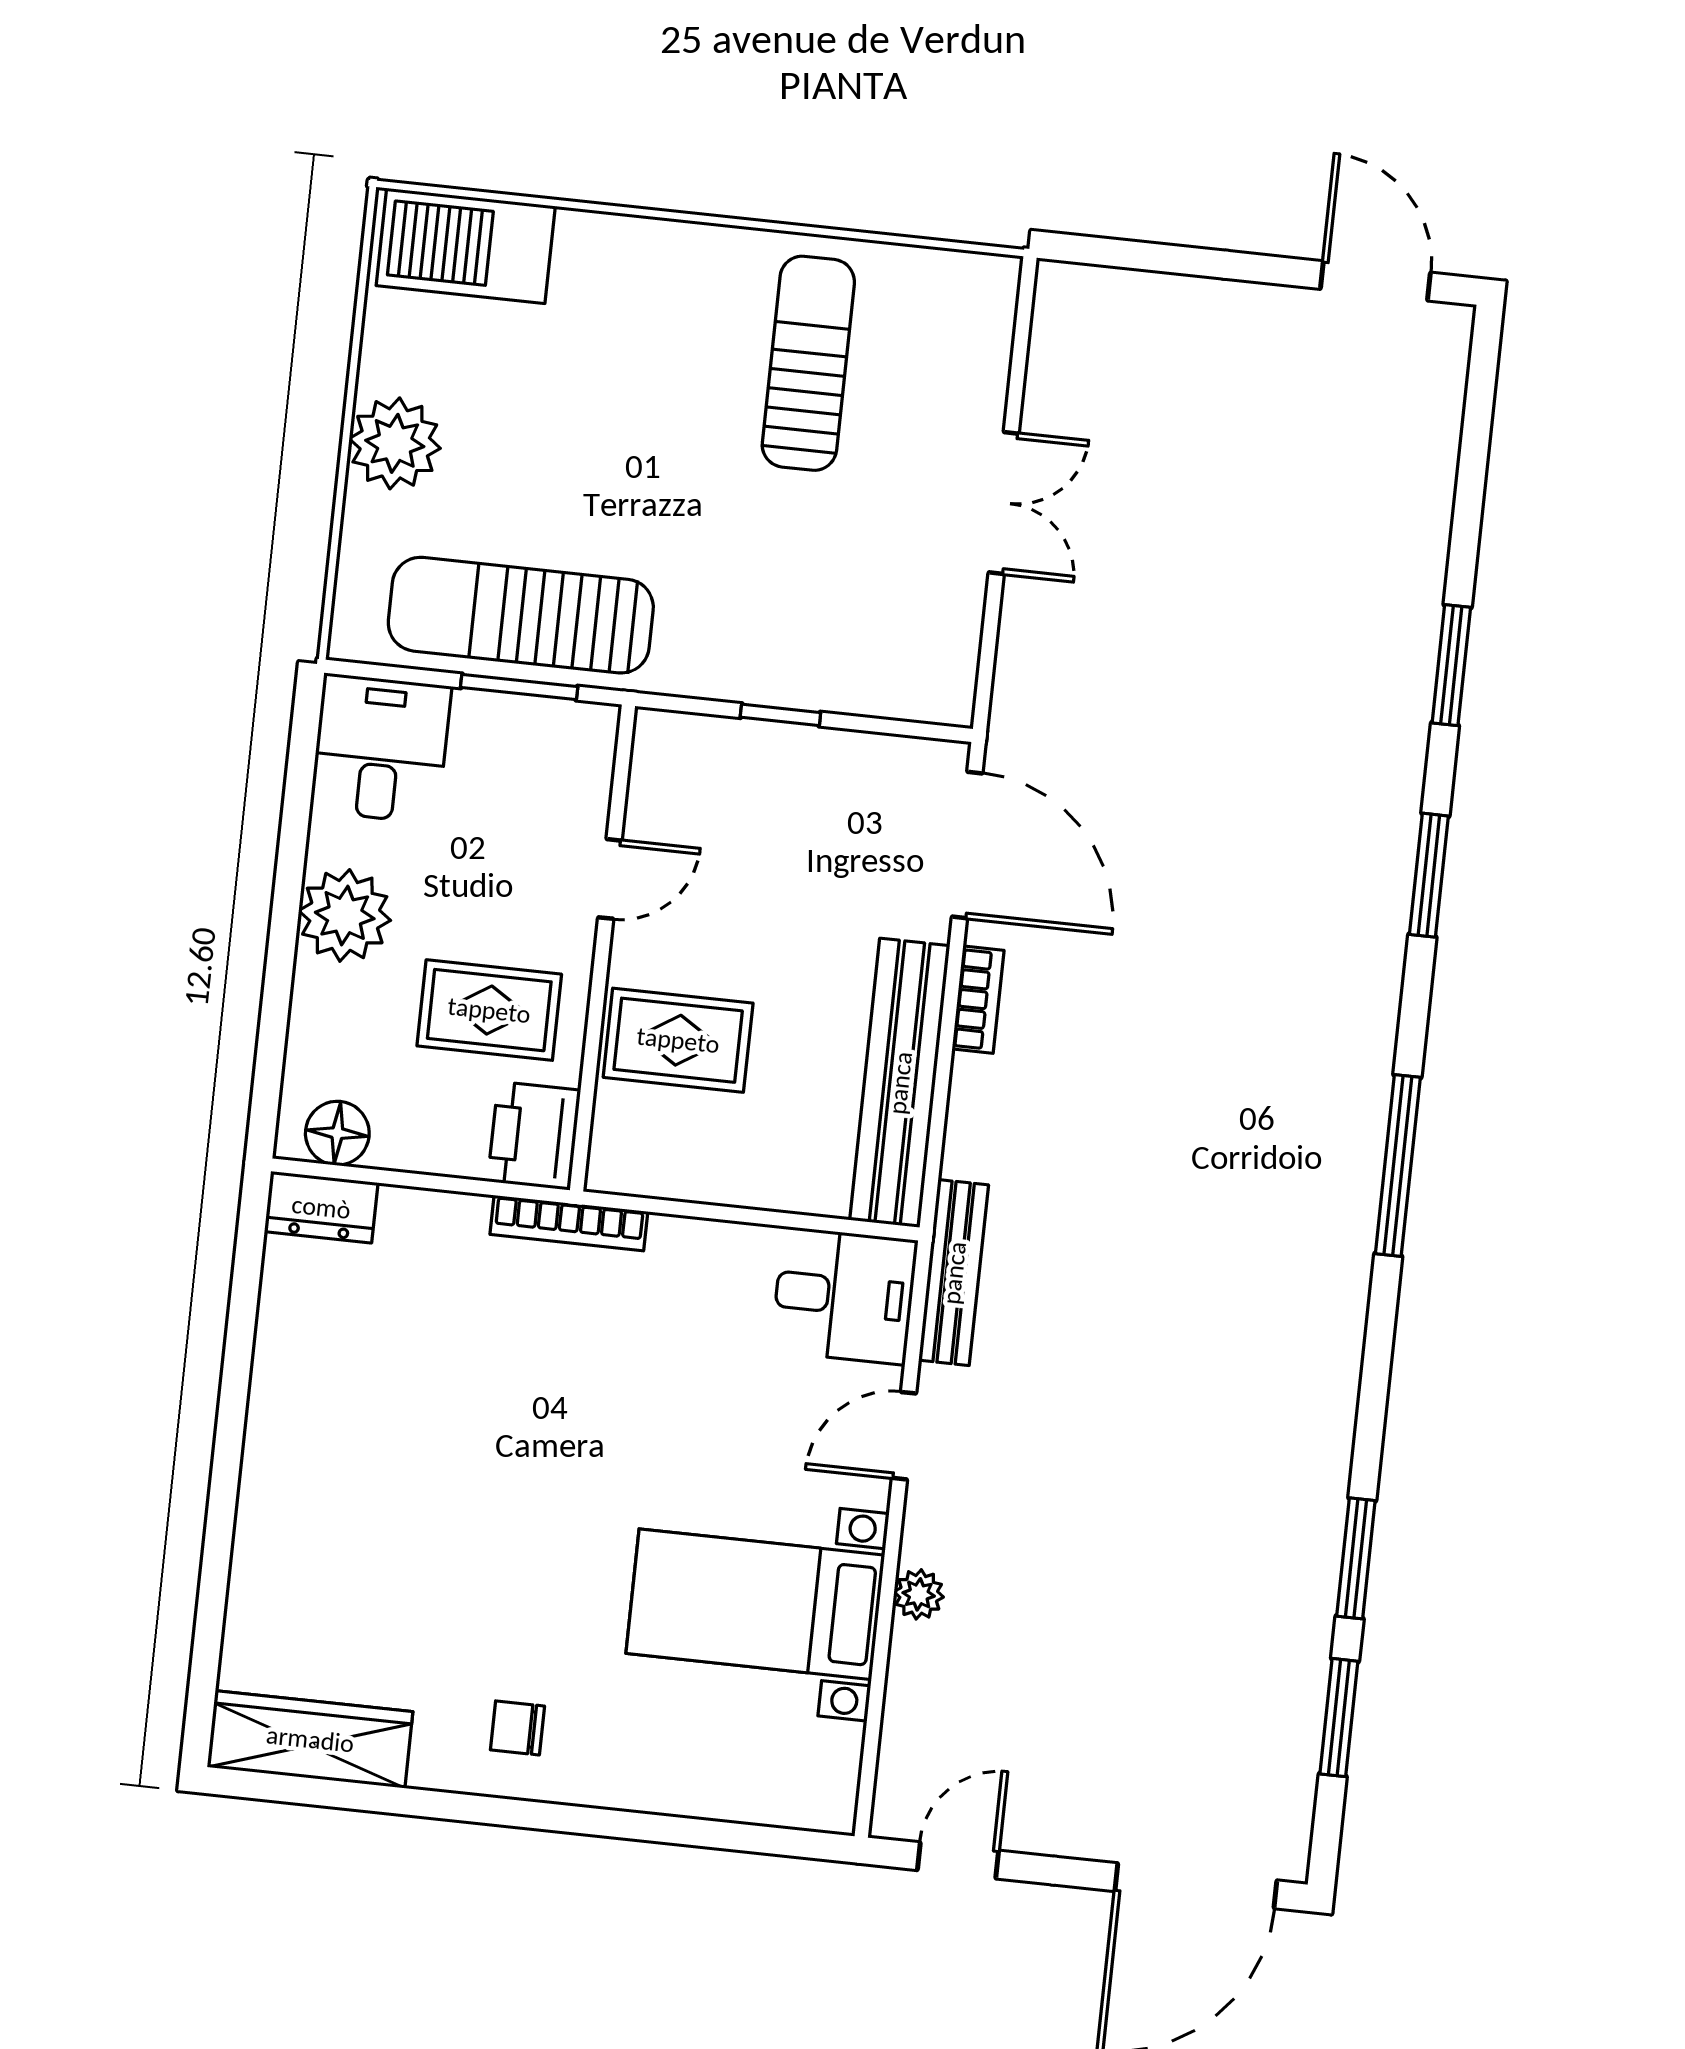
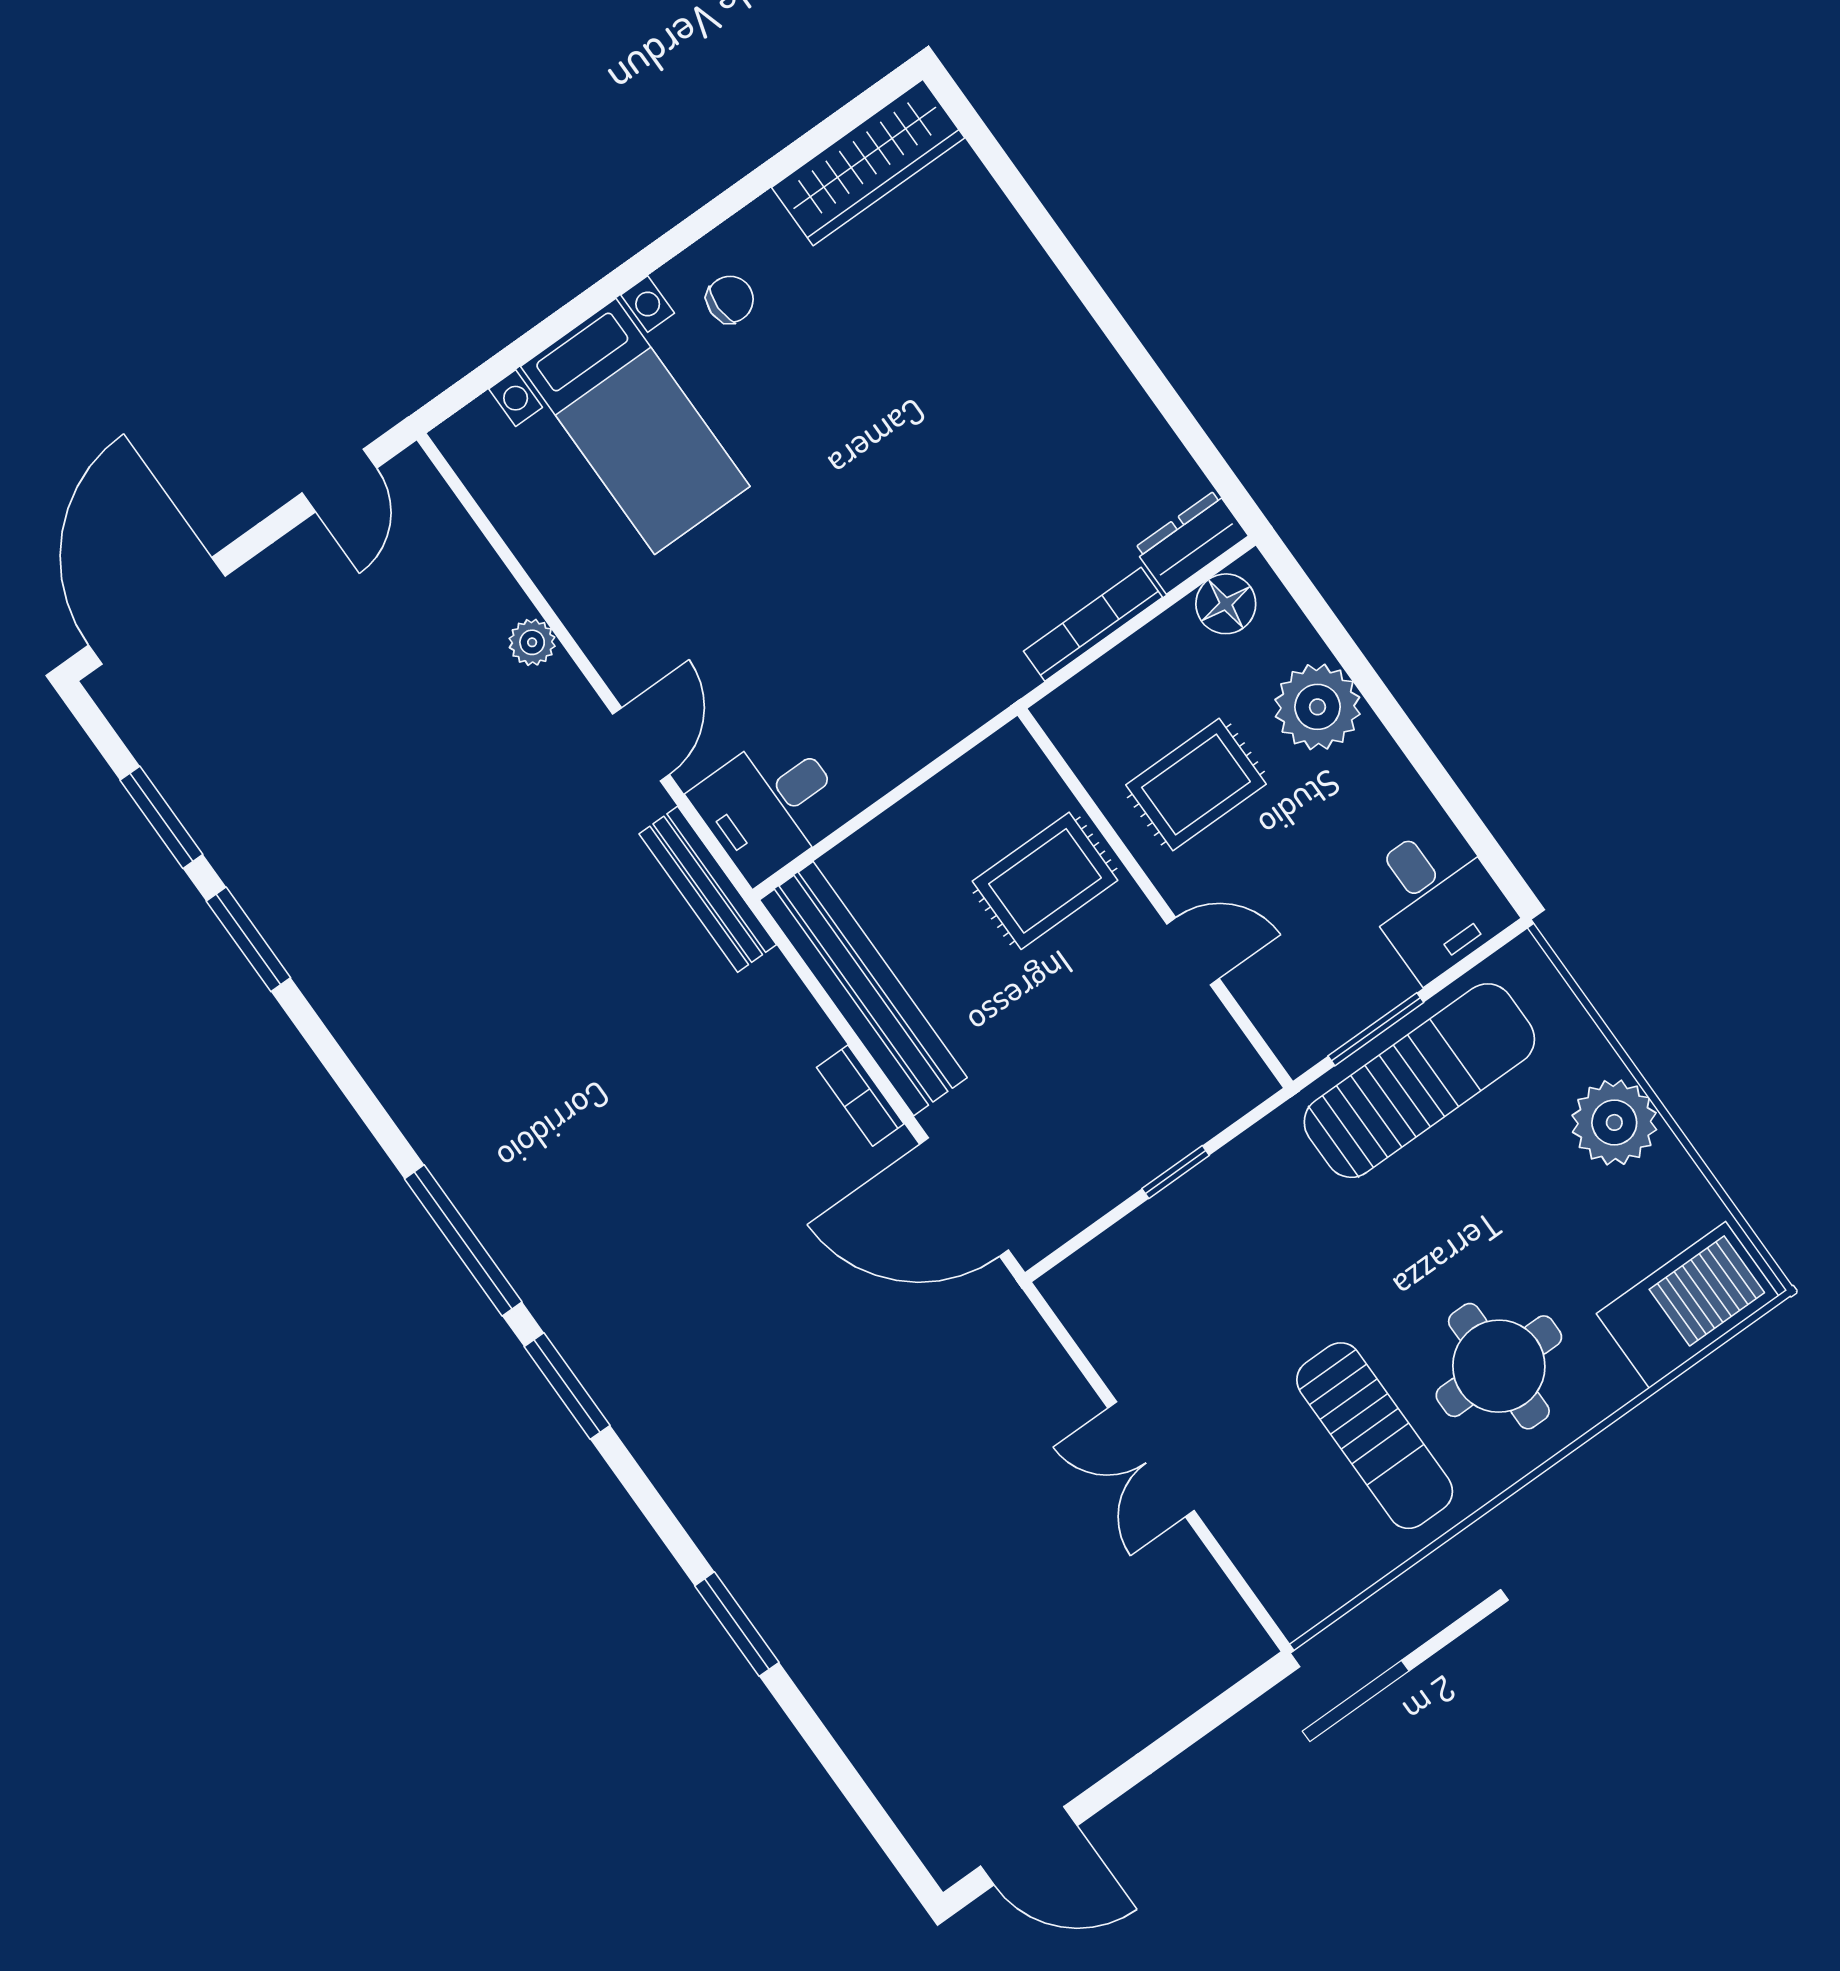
round table: (660, 331) -> (1499, 1366), added
window: (1429, 875) -> (567, 1386), moved
door: (610, 879) -> (1193, 951), swing flipped
plant: (345, 915) -> (1317, 707), moved
printer: (534, 1136) -> (1086, 724), removed
bookcase: (569, 1223) -> (1093, 624), moved
bed with nightstands: (755, 1604) -> (635, 426), moved, turned 90

